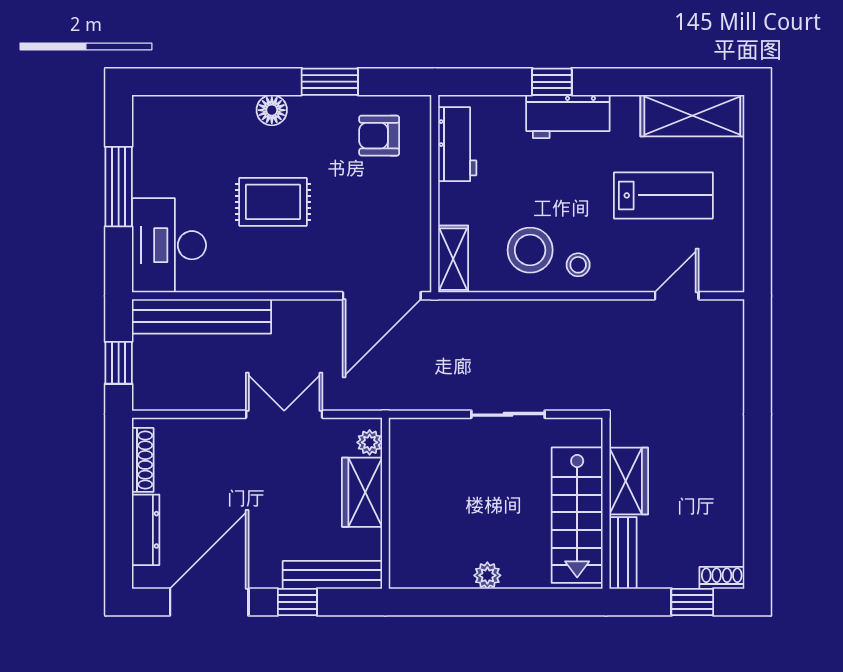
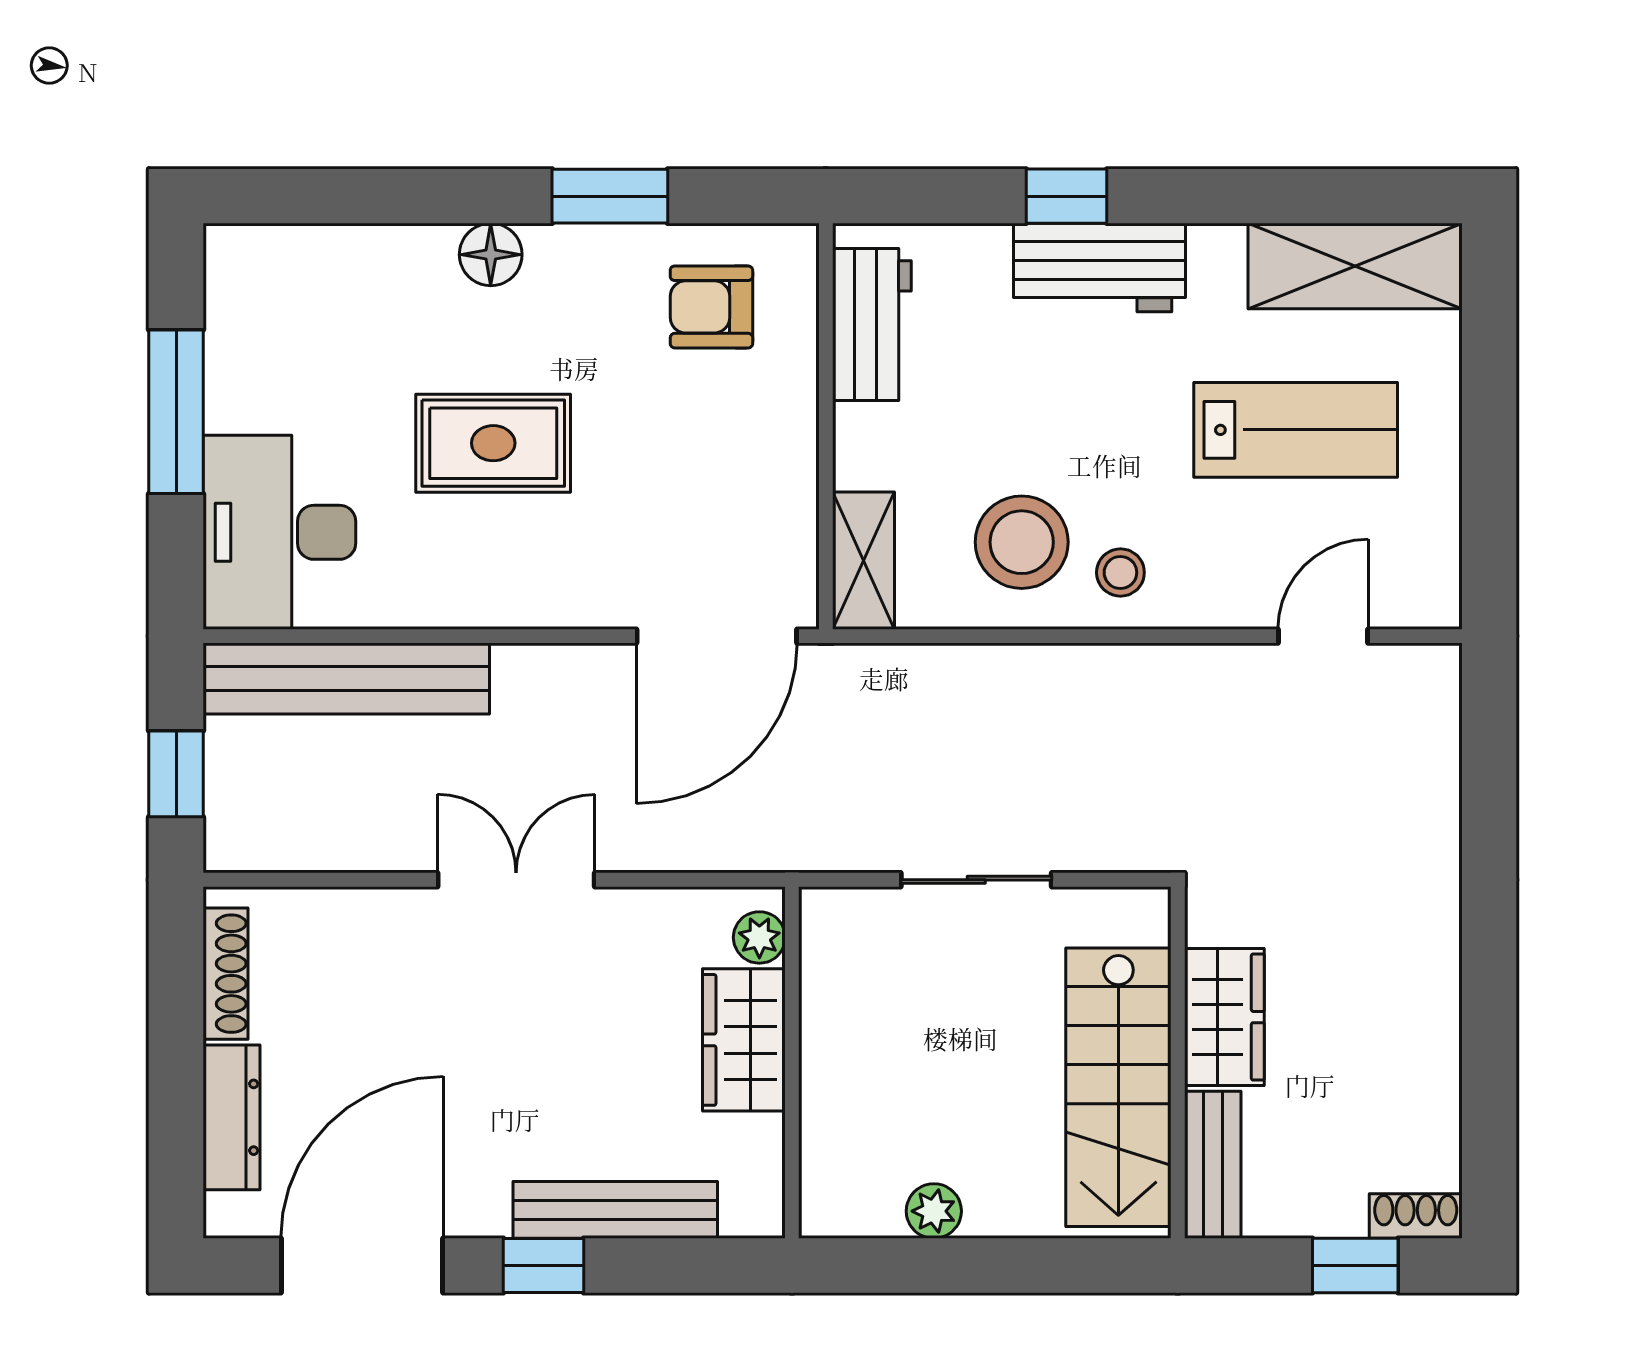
plant: (370, 442) -> (759, 937), moved
wardrobe: (362, 492) -> (744, 1040), moved
wall: (385, 503) -> (792, 1063), moved

